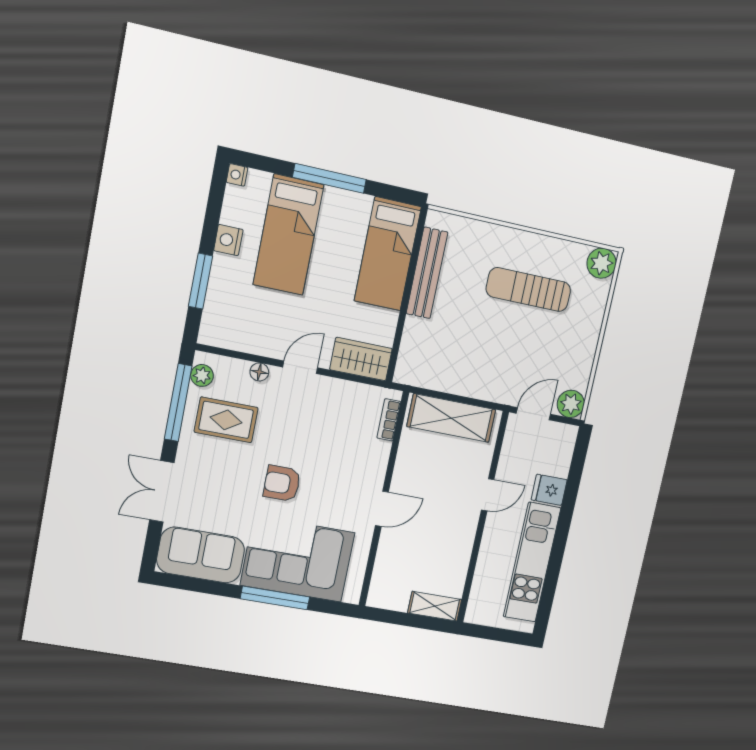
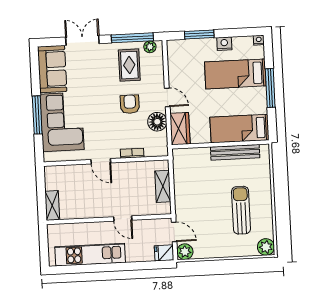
floor lamp: (259, 372) -> (157, 122), moved, width x1.89, depth x1.89
shelving: (451, 418) -> (163, 186), width x0.67, depth x0.75
bookcase: (389, 420) -> (132, 153), moved
armchair: (282, 483) -> (130, 104), moved
fridge: (549, 490) -> (164, 253), moved, turned -90

